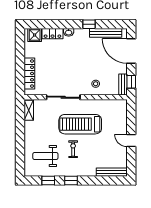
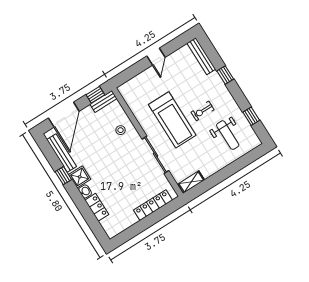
shower: (35, 35) -> (80, 177), moved
window: (71, 181) -> (225, 75), moved

